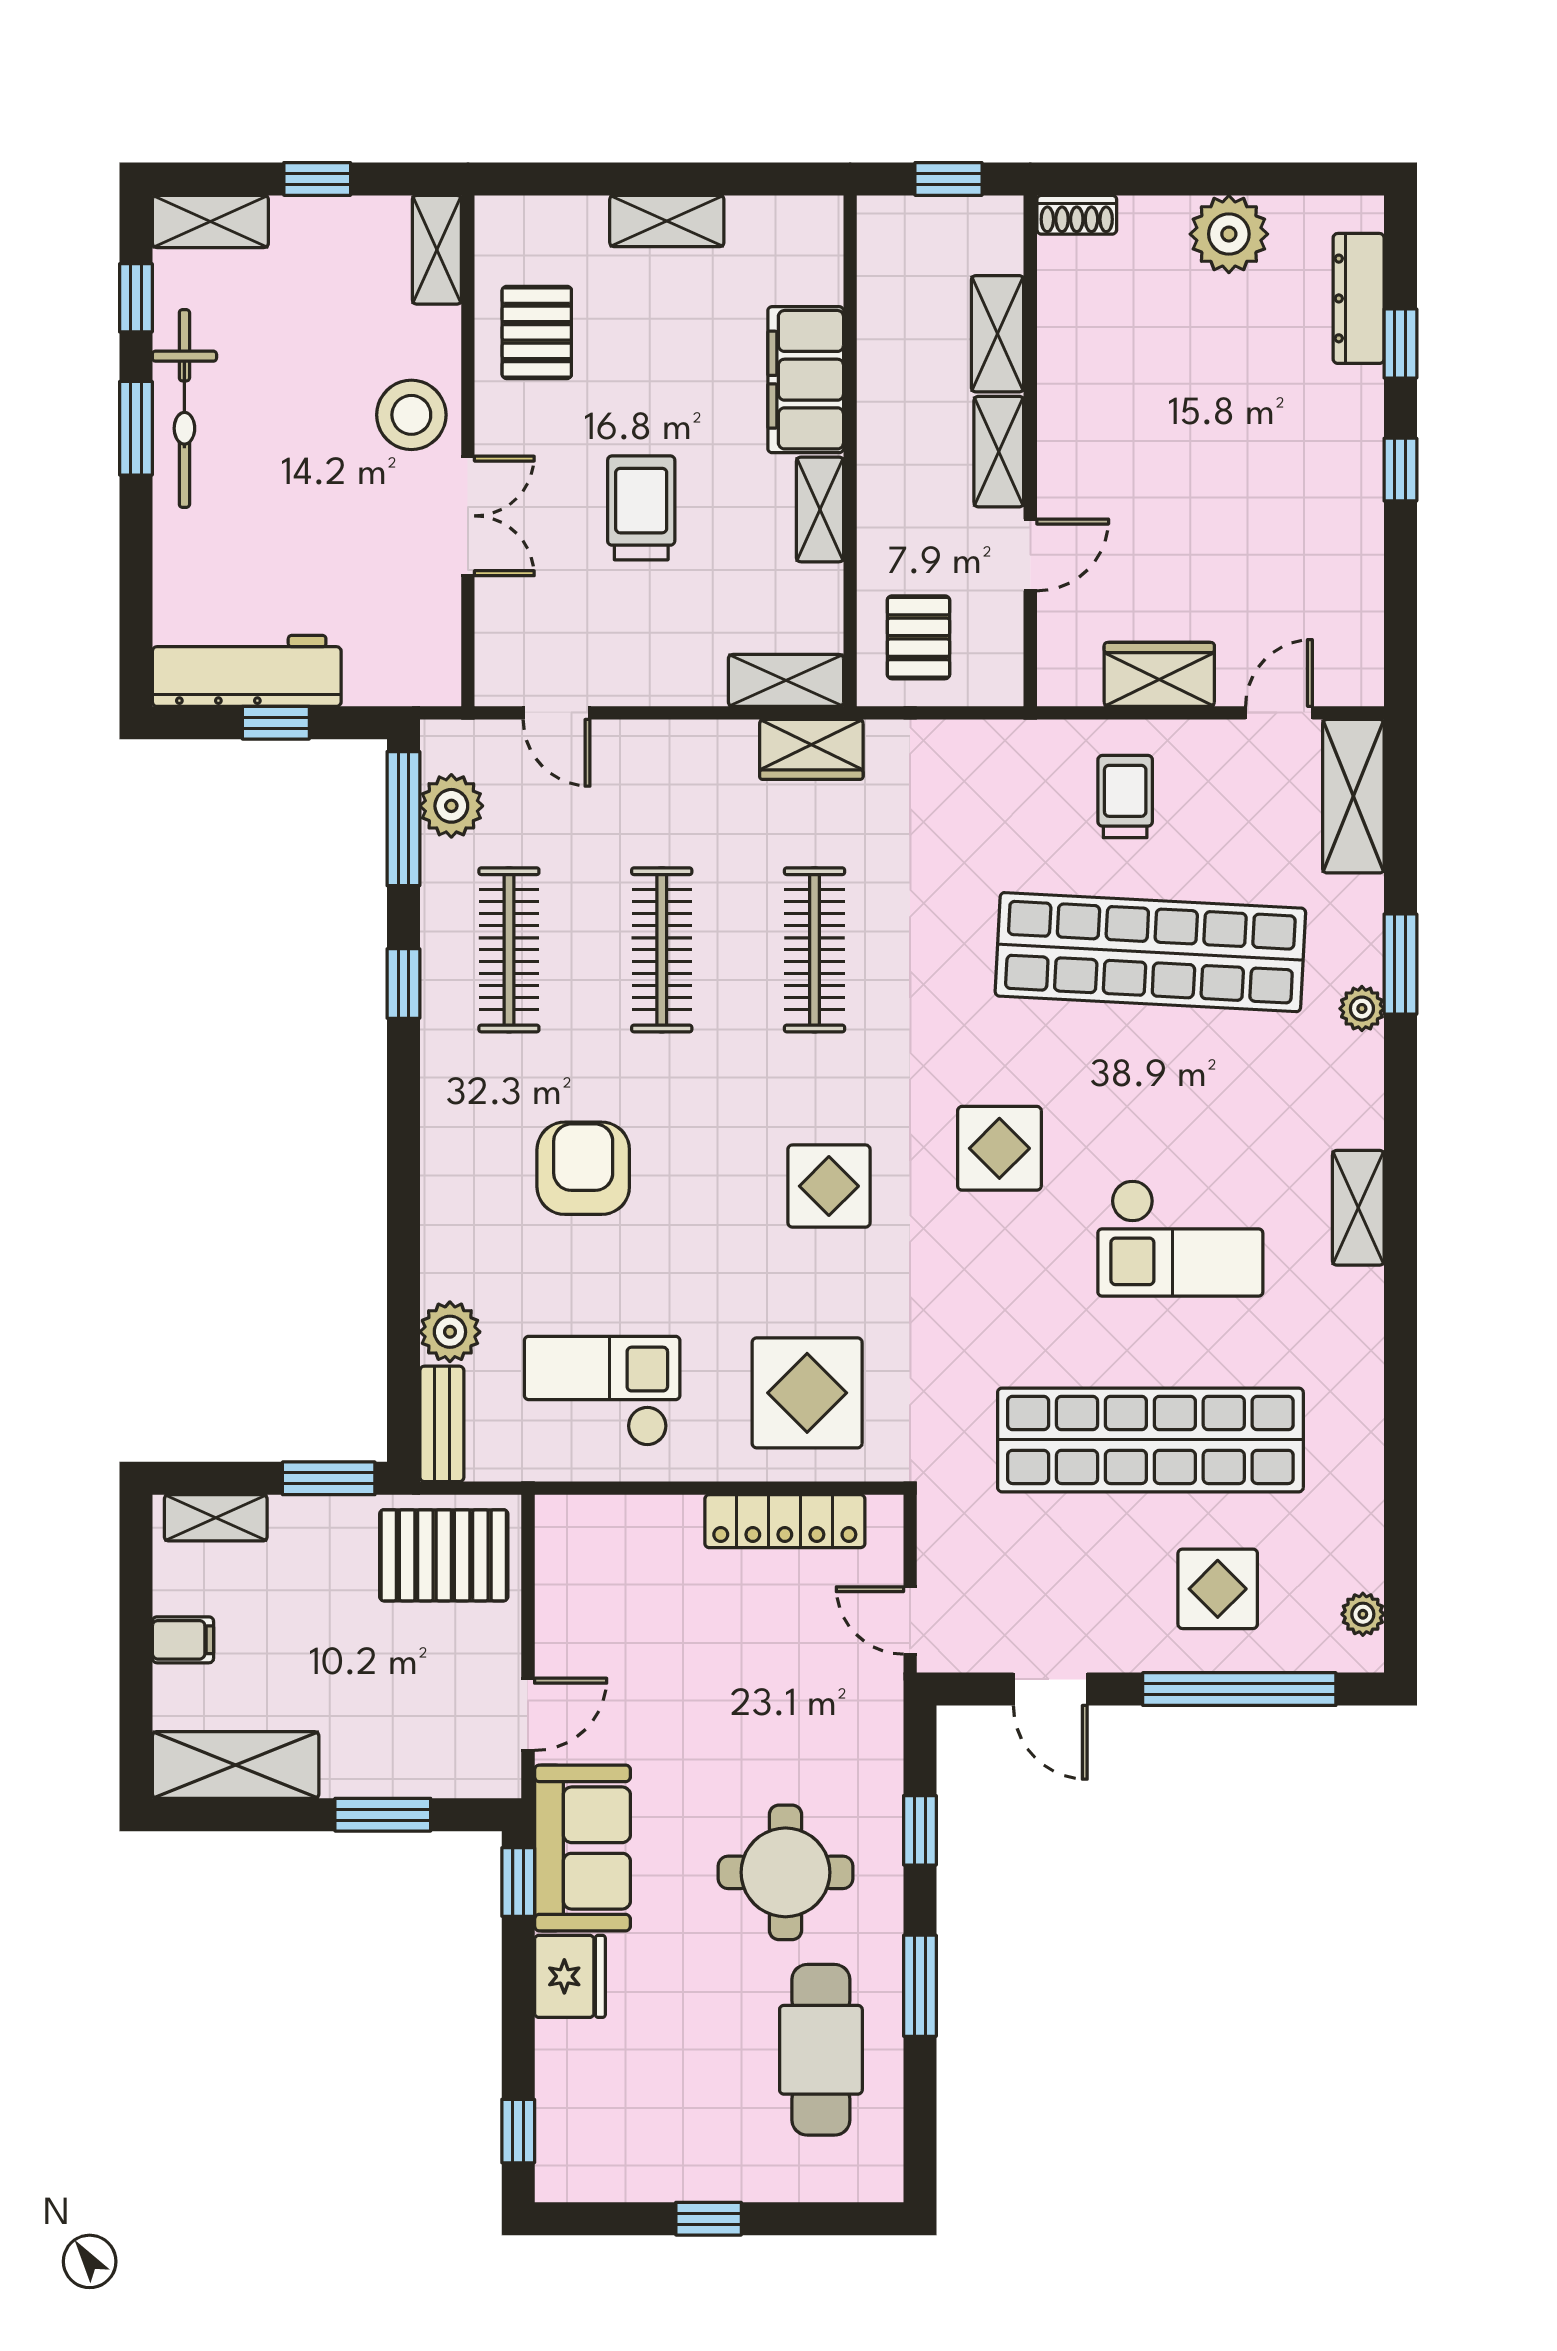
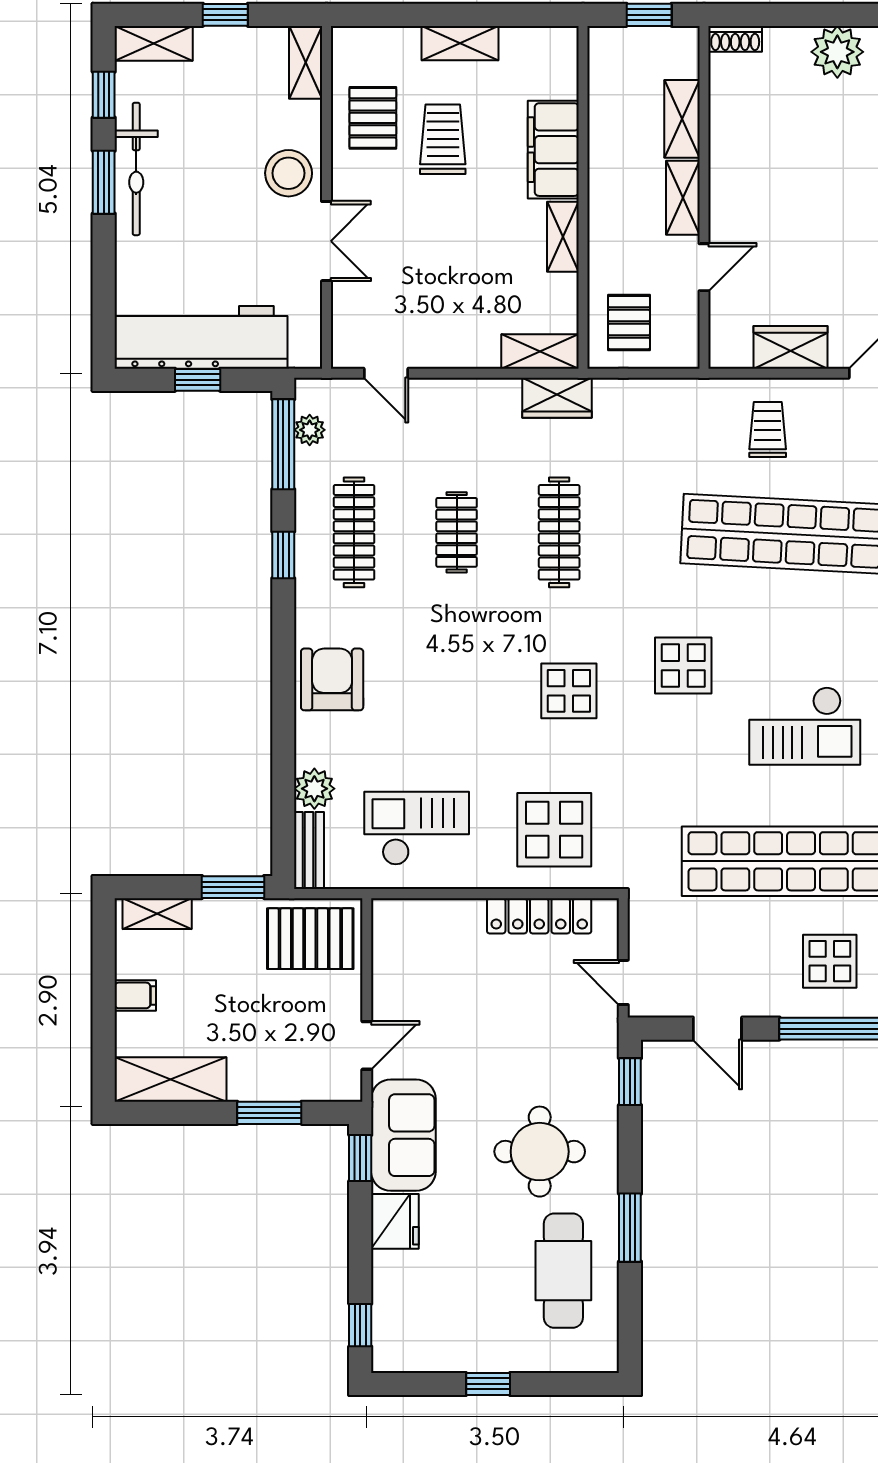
trolley: (641, 508) -> (443, 139), moved
workbench: (247, 671) -> (201, 337), width x1.36, depth x1.32
plant: (451, 806) -> (310, 430), width x0.73, depth x0.73
clothes rail: (662, 950) -> (457, 532), width x0.73
armchair: (583, 1168) -> (332, 679), moved
window: (920, 1830) -> (630, 1082), moved

